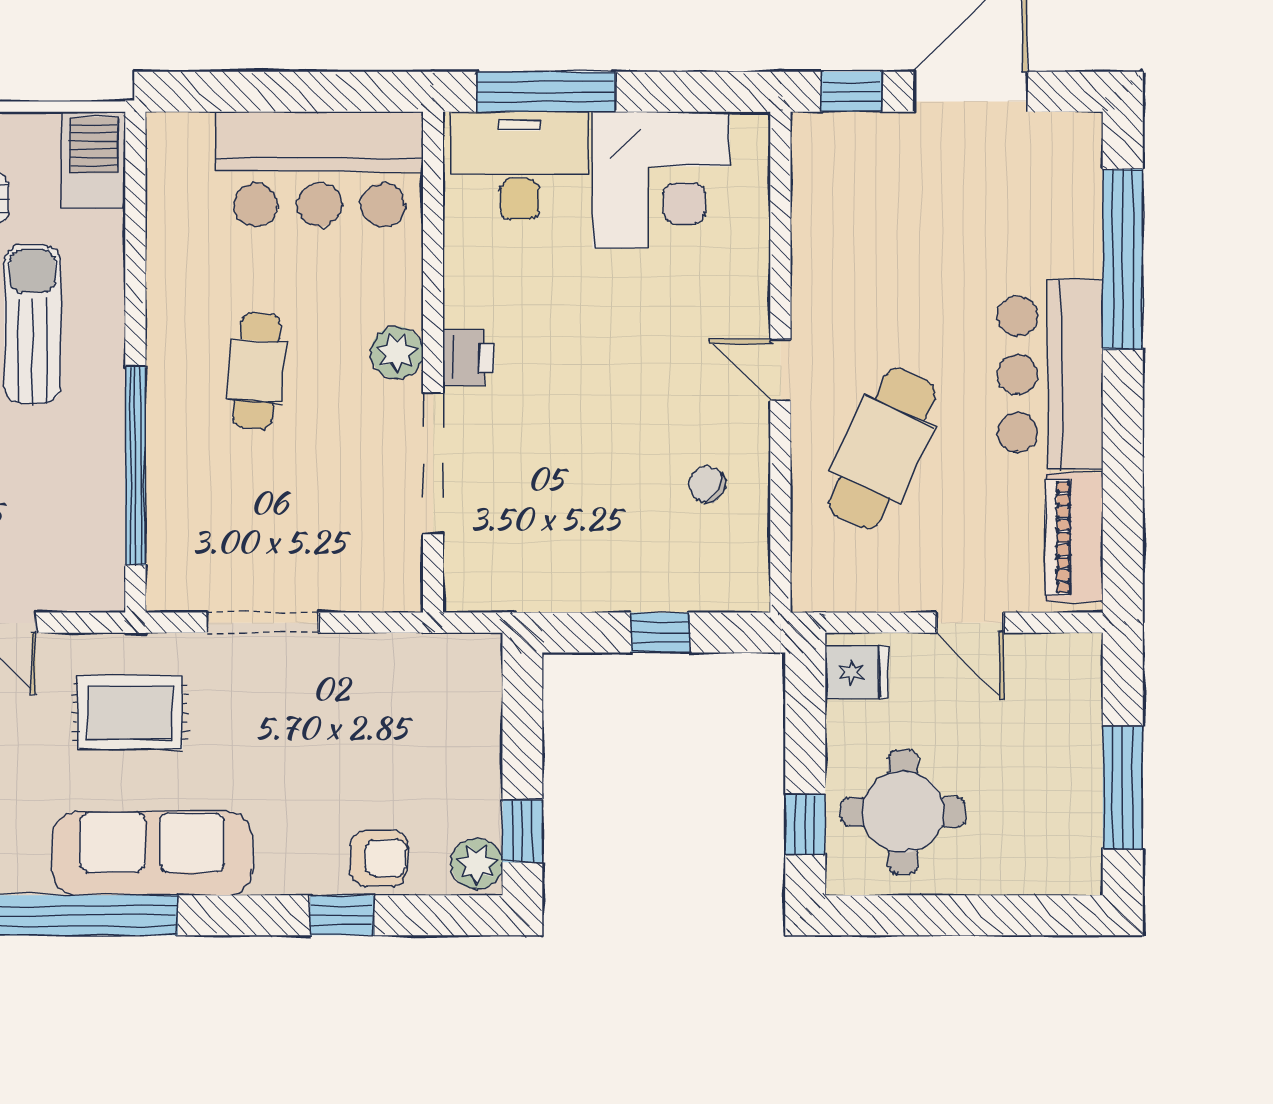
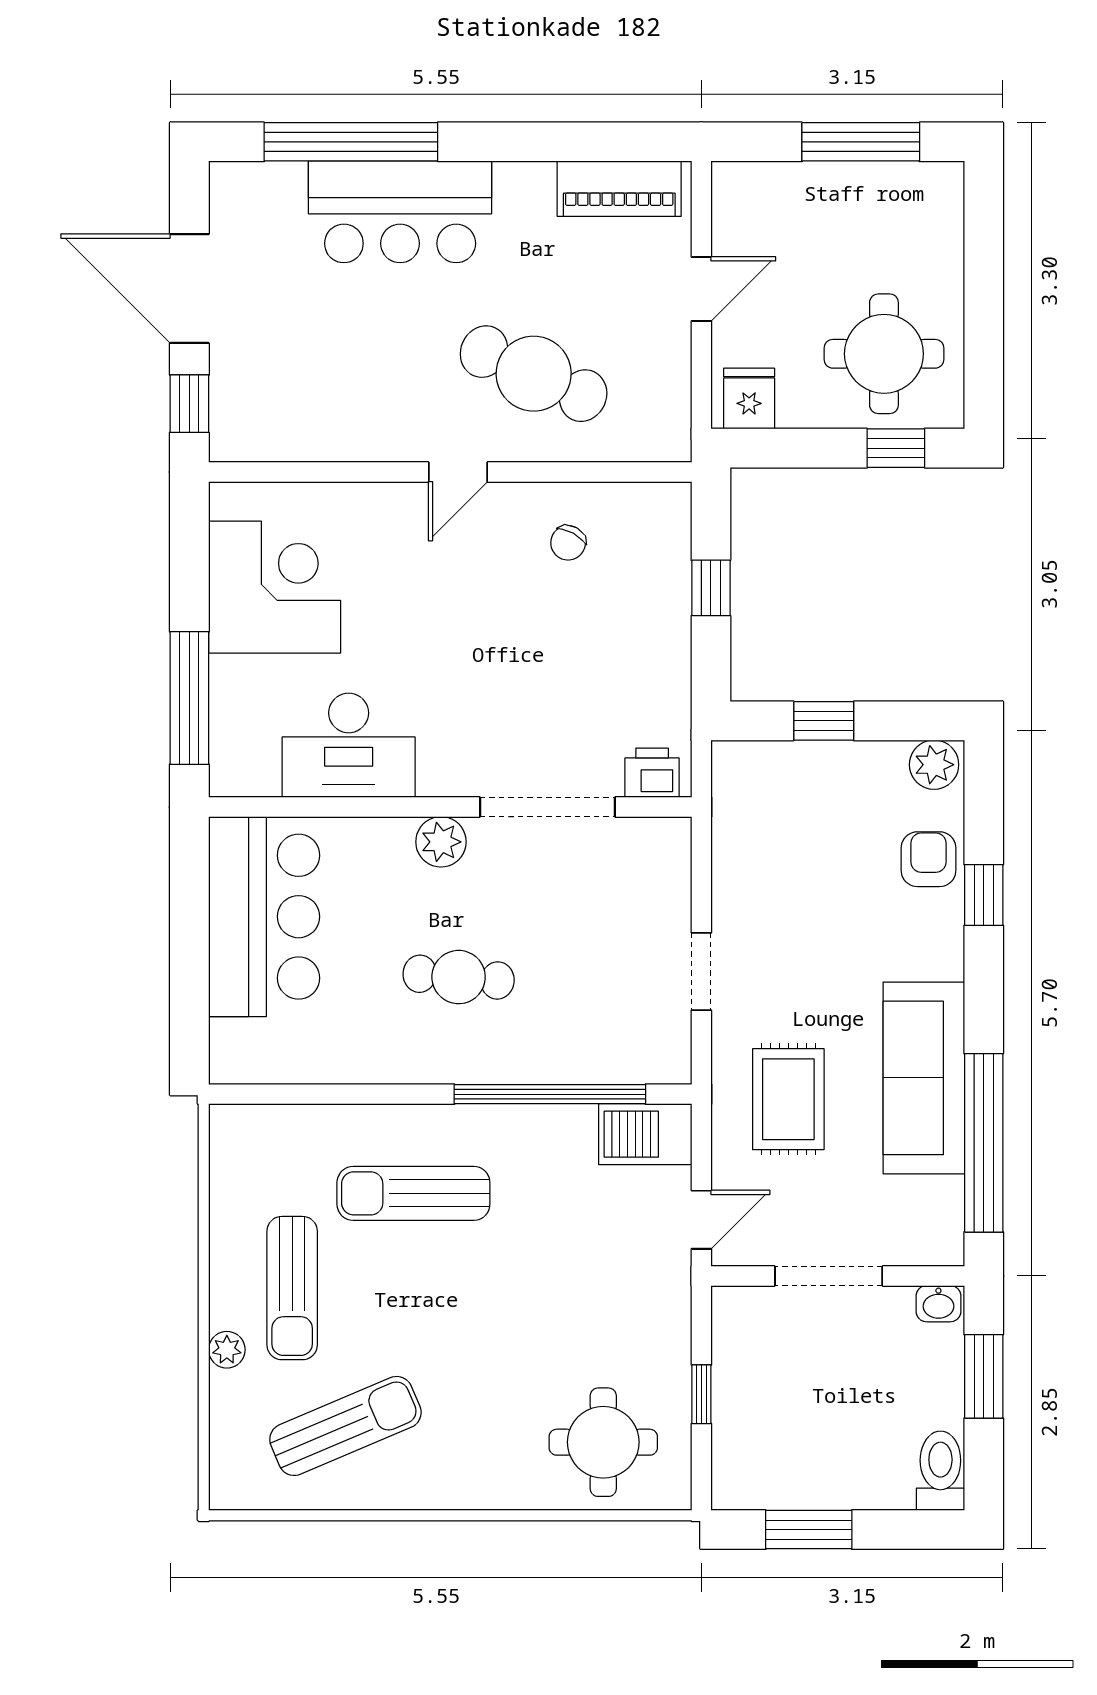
barbecue: (94, 160) -> (645, 1134), moved
desk: (520, 166) -> (349, 745), moved, turned -90
printer: (469, 358) -> (652, 773), moved
bar counter: (1050, 374) -> (400, 212), moved
doorway: (263, 623) -> (701, 972), width x0.73
window: (522, 831) -> (824, 721), moved

